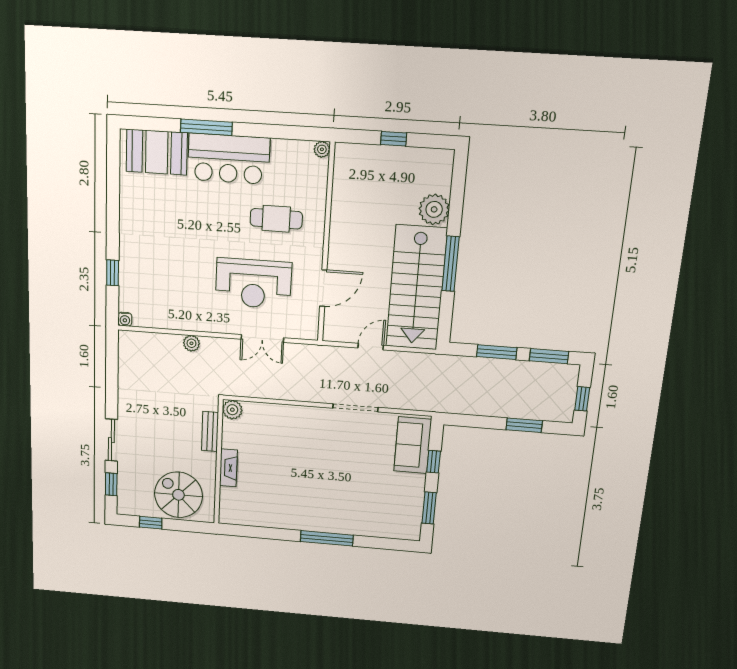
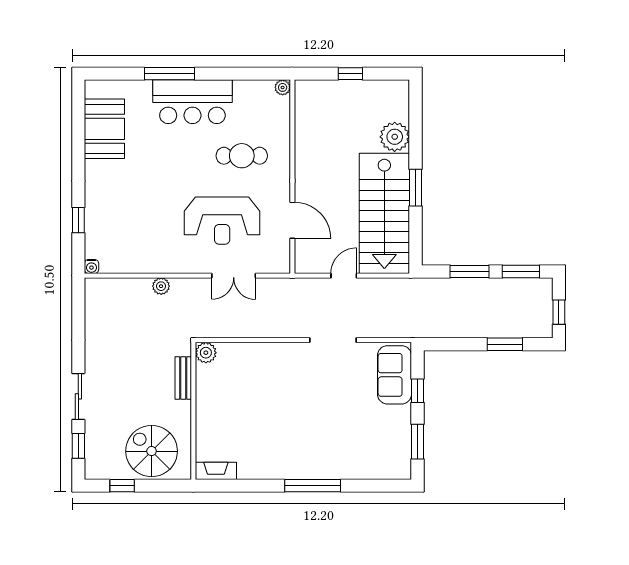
booth: (157, 152) -> (104, 129), moved, turned 90
window: (451, 264) -> (415, 188), width x0.69
door: (323, 288) -> (292, 220), hinge flipped
fireplace: (228, 468) -> (216, 471), moved, turned -90

